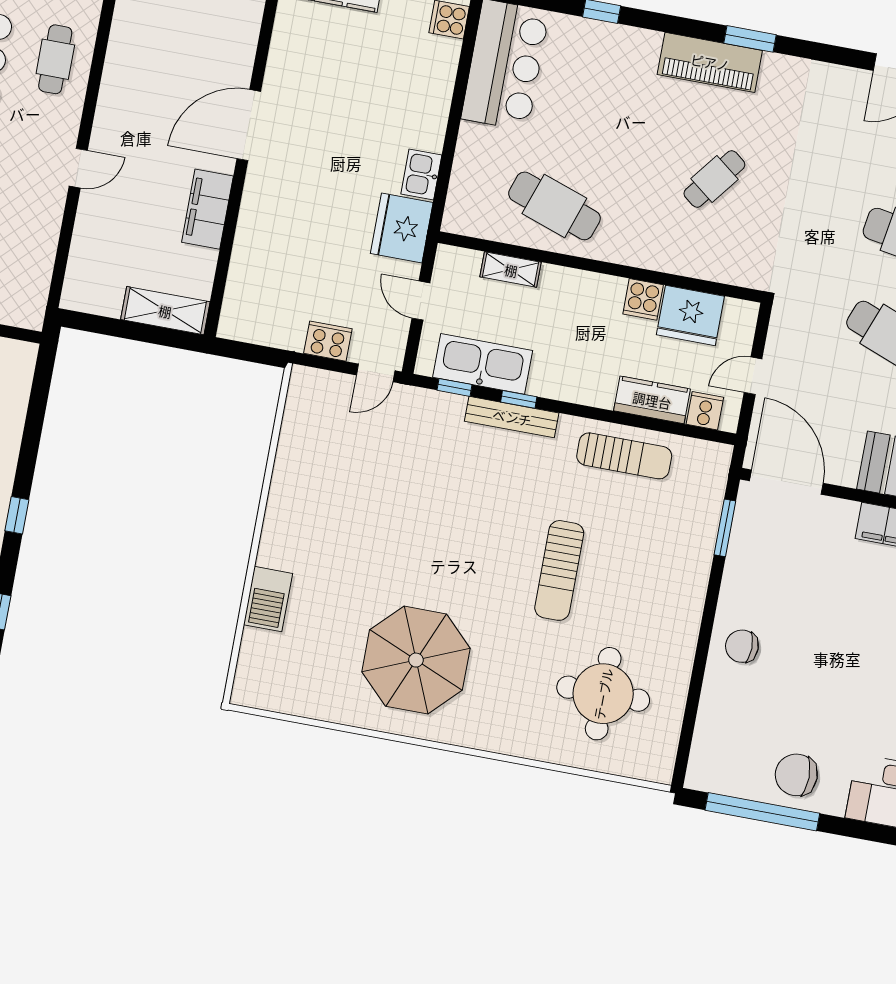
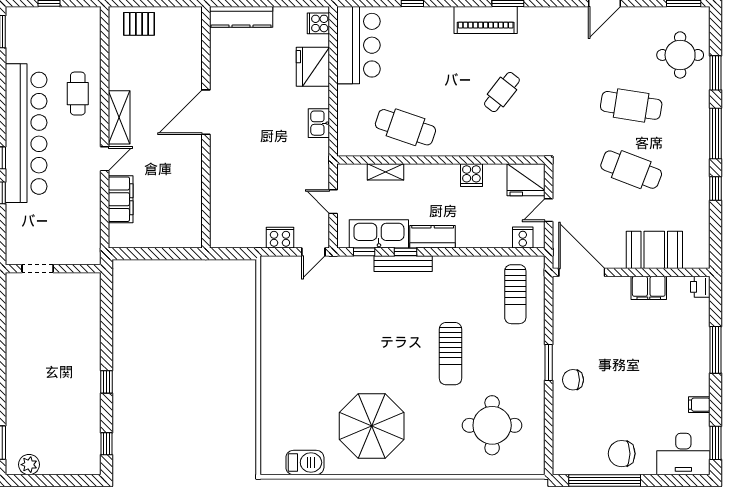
filing cabinet: (207, 209) -> (121, 199), moved, turned 180
fridge: (402, 228) -> (313, 67), moved
shelving: (165, 311) -> (119, 117), moved, turned 90
fridge: (690, 315) -> (526, 180), moved
kitchen counter: (652, 400) -> (433, 237), moved
sun lounger: (624, 456) -> (515, 294), moved, turned 90
window: (725, 528) -> (549, 363), moved
barbecue: (268, 599) -> (305, 462), moved, turned -90

